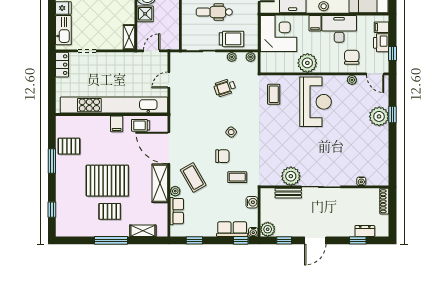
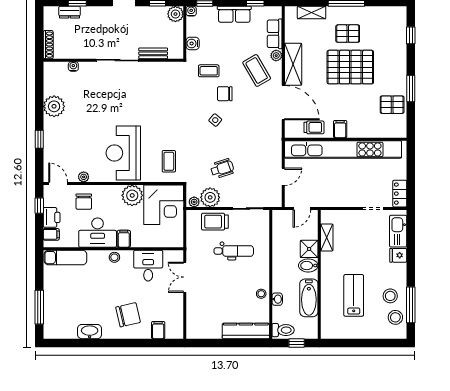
corner desk: (279, 33) -> (164, 205), moved, turned -90
shelving: (129, 37) -> (327, 237), moved
plant: (232, 57) -> (210, 197), width x1.88, depth x1.88
plant: (379, 116) -> (54, 106), moved
plant: (291, 176) -> (150, 72), removed
row of seats: (232, 229) -> (234, 14), moved

